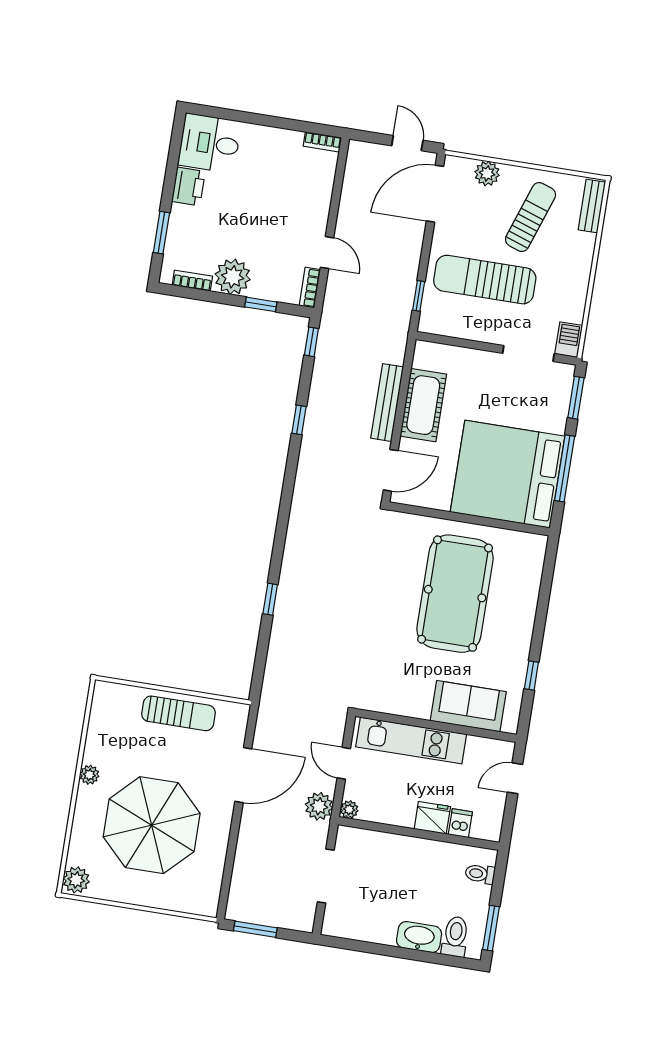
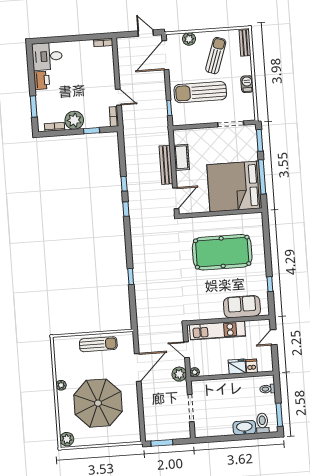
barbecue: (569, 340) -> (247, 84), moved
window: (311, 342) -> (126, 209), moved
cot: (423, 405) -> (182, 157), width x0.73, depth x0.75
pool table: (455, 594) -> (222, 252), turned 90

